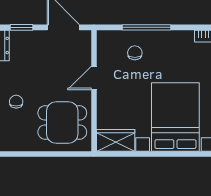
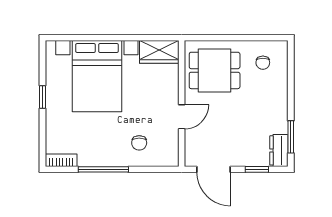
window: (146, 27) -> (103, 169), moved
chair: (16, 102) -> (263, 63), moved

